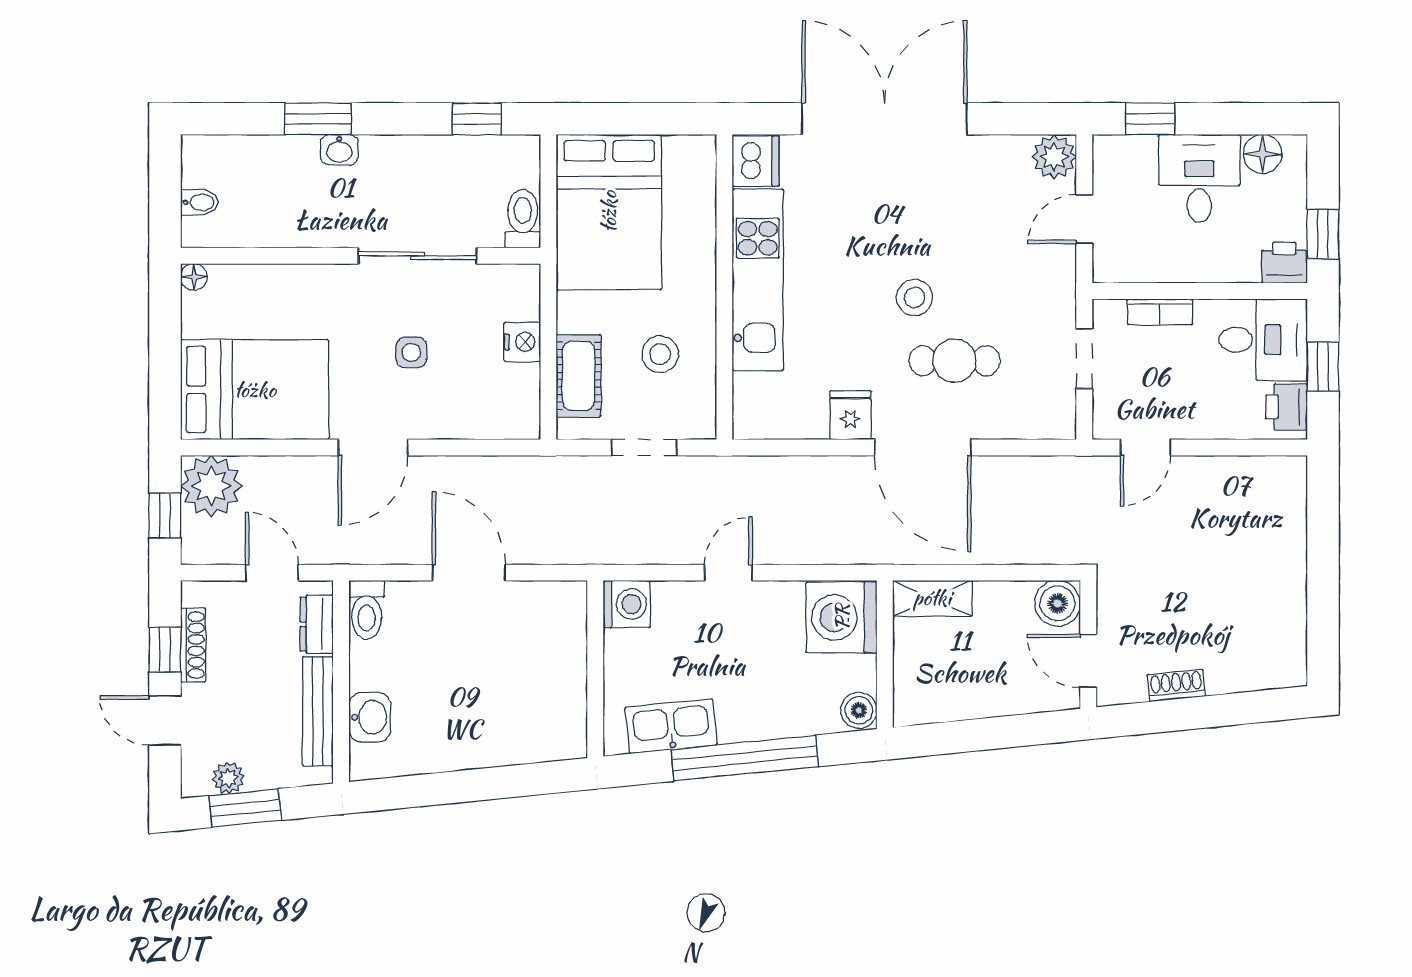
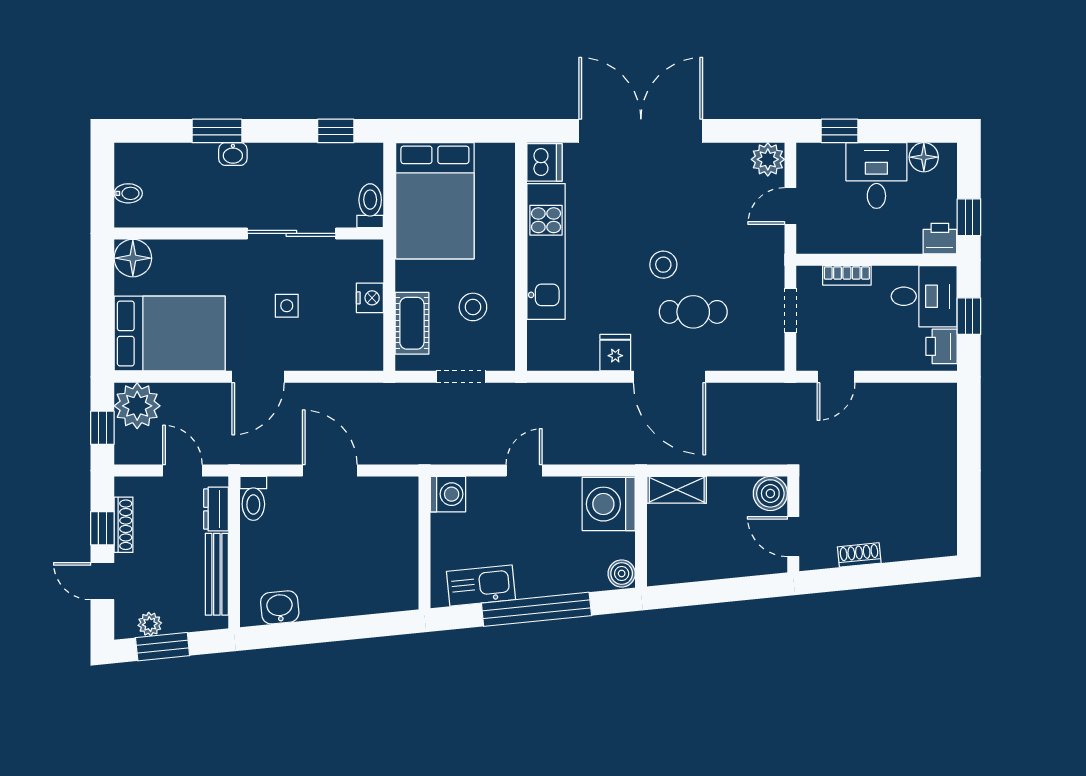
floor lamp: (194, 277) -> (133, 258), width x1.89, depth x1.89
washbasin: (370, 717) -> (280, 607), moved, turned -96

